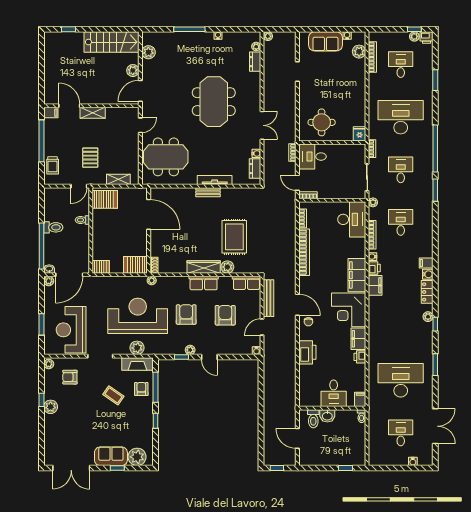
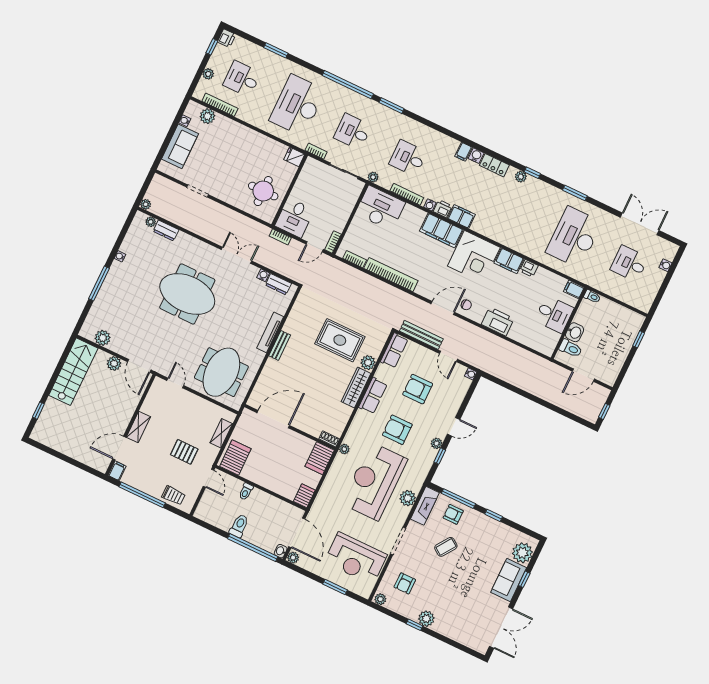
plant: (414, 36) -> (208, 74), moved

